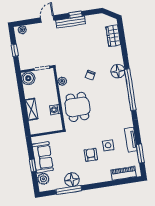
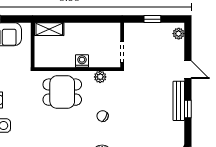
boiler: (28, 78) -> (111, 32), removed
shelving: (31, 109) -> (49, 29), moved
washing machine: (55, 110) -> (82, 61), moved

